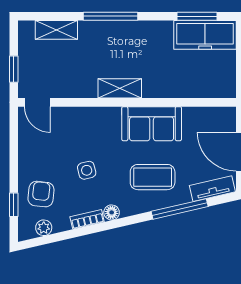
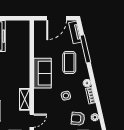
shelving: (120, 88) -> (25, 99), moved
sofa: (152, 124) -> (42, 73), moved

